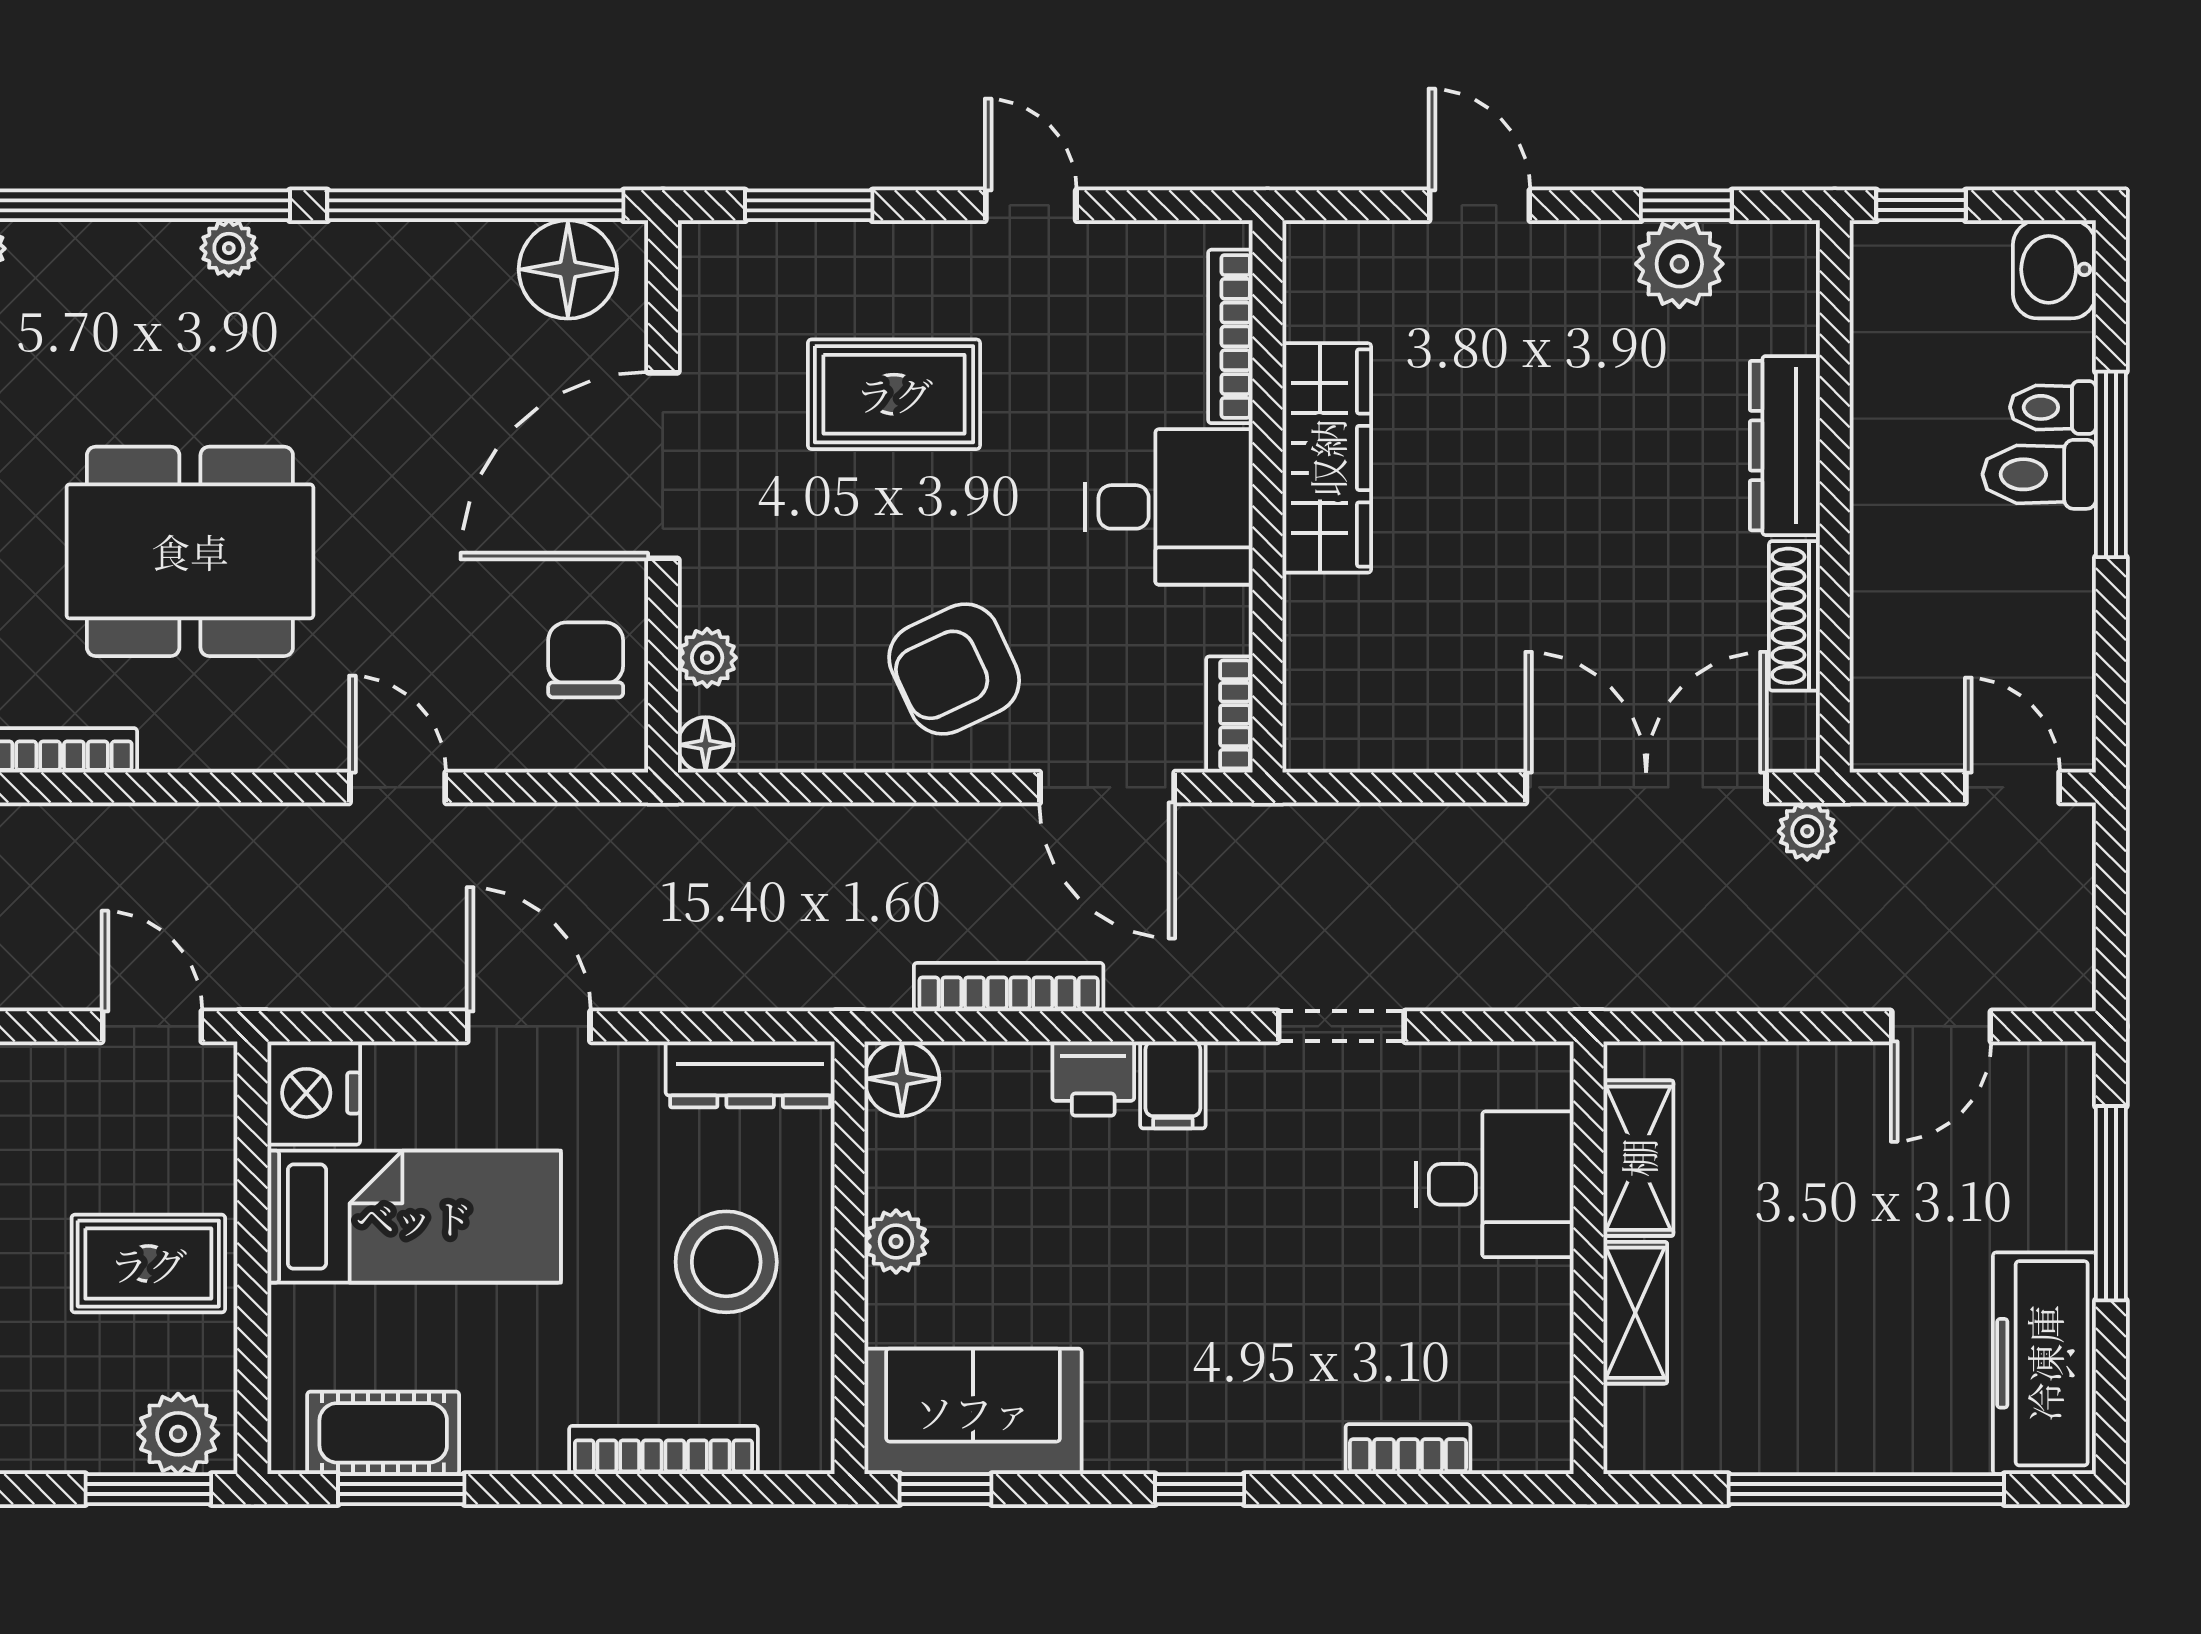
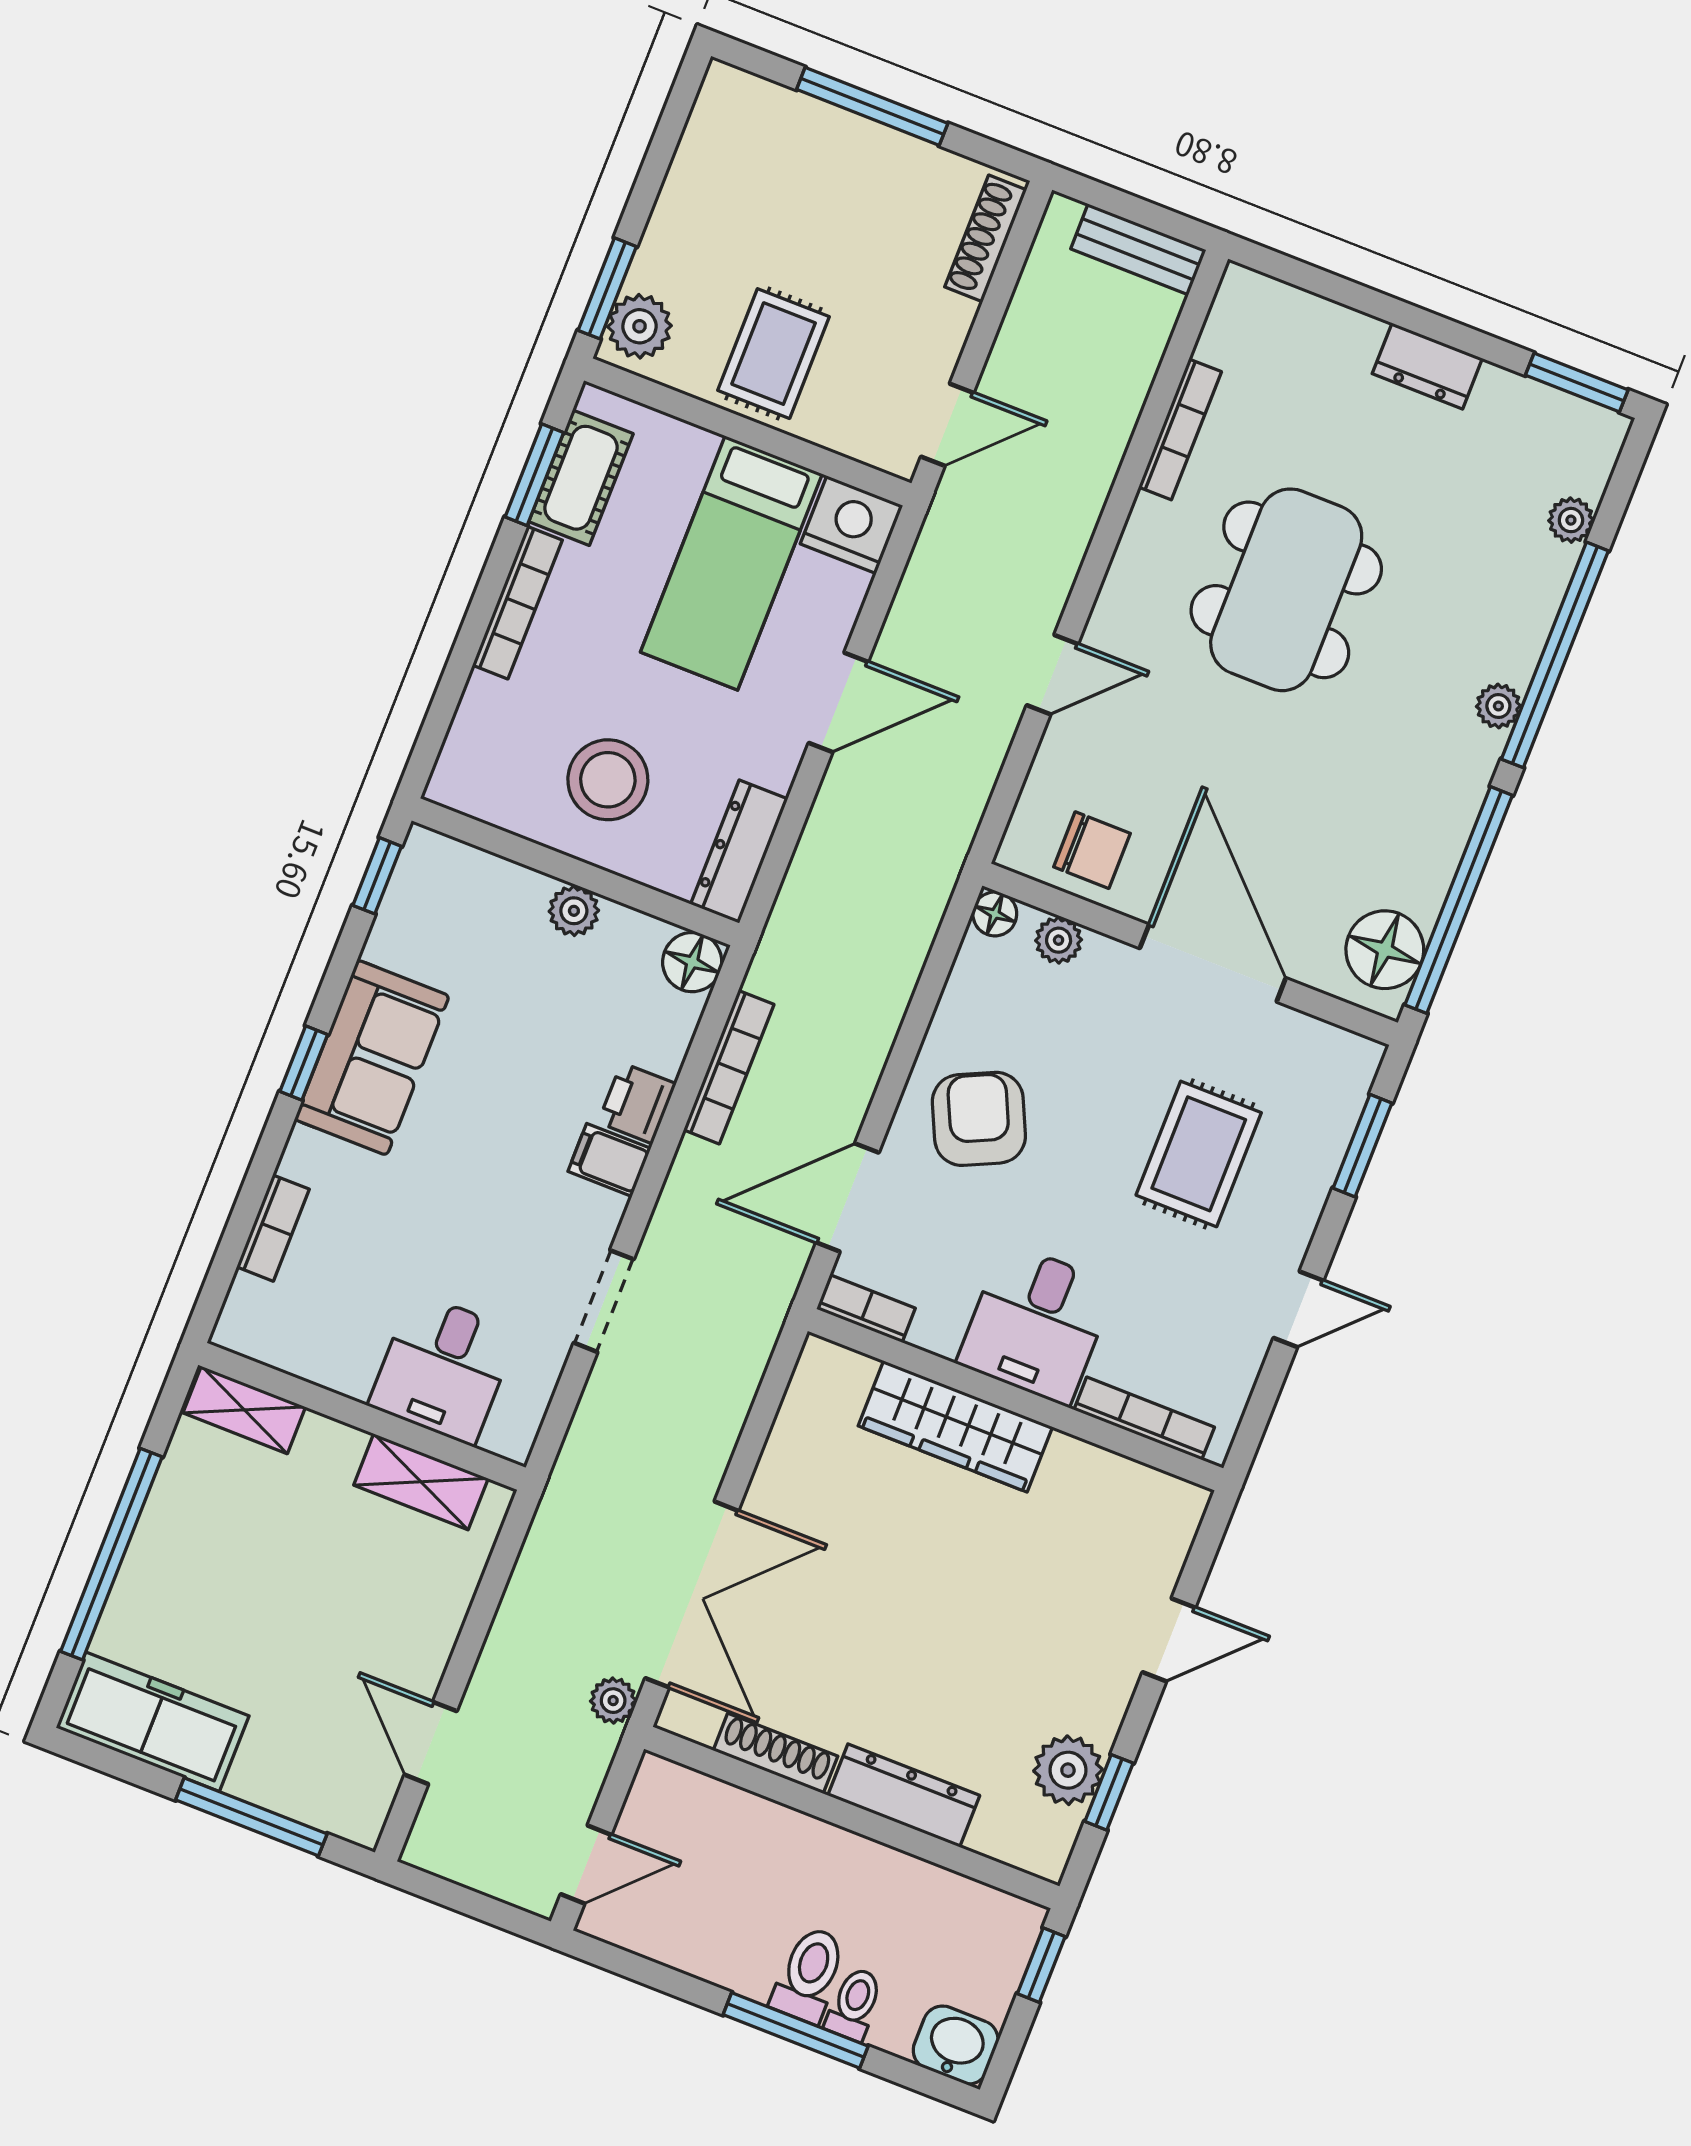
wardrobe: (1327, 458) -> (955, 1426), moved
shelving: (1635, 1313) -> (244, 1410), moved
sofa: (973, 1411) -> (372, 1058), moved
bookcase: (663, 1450) -> (517, 603), moved

